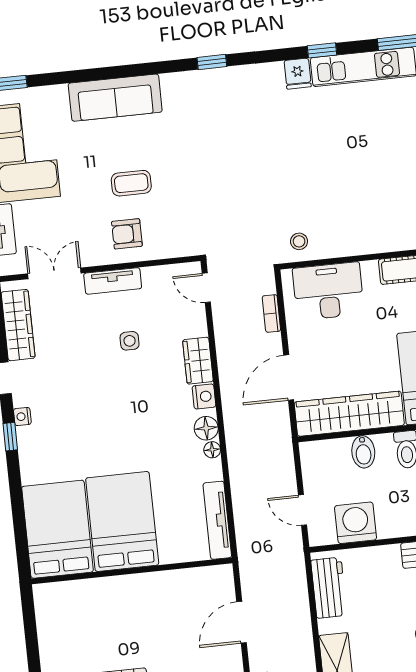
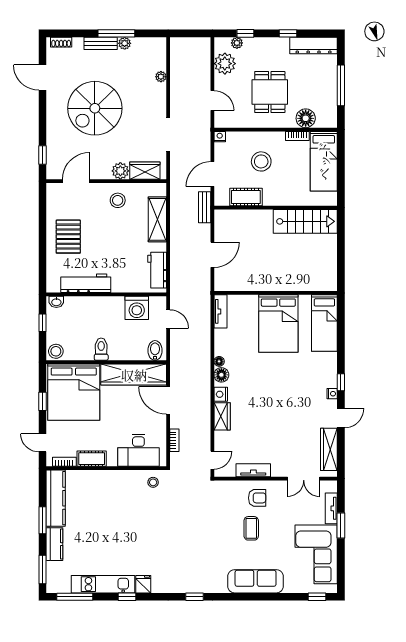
coffee table: (131, 183) -> (251, 528), turned 90
tv unit: (113, 281) -> (253, 470), moved
door: (206, 288) -> (212, 460), hinge flipped
side table: (130, 341) -> (262, 433), removed
door: (289, 377) -> (168, 400), swing flipped
bidet: (363, 452) -> (155, 350), moved
tv unit: (217, 520) -> (220, 311), width x0.71
bed: (57, 529) -> (324, 323), width x0.67

